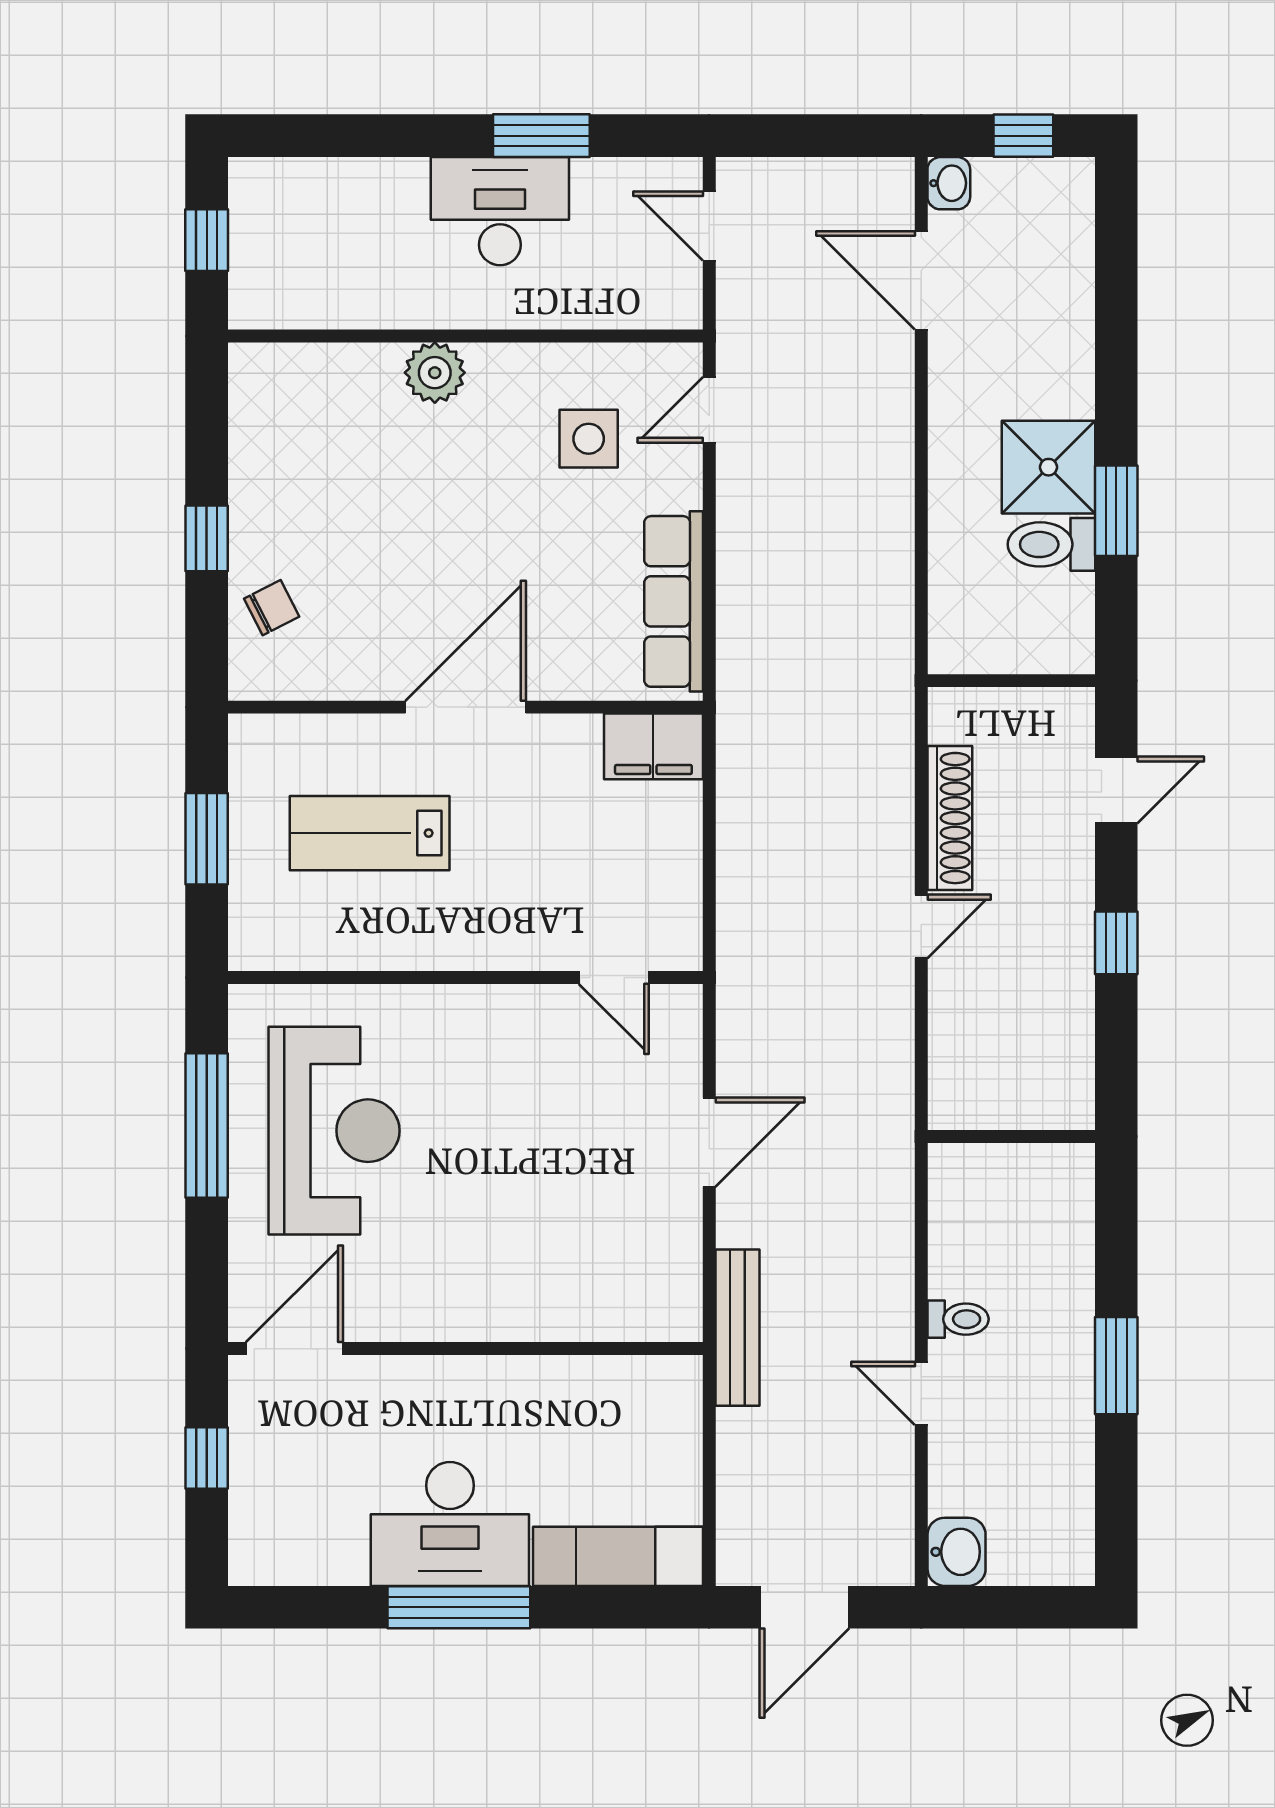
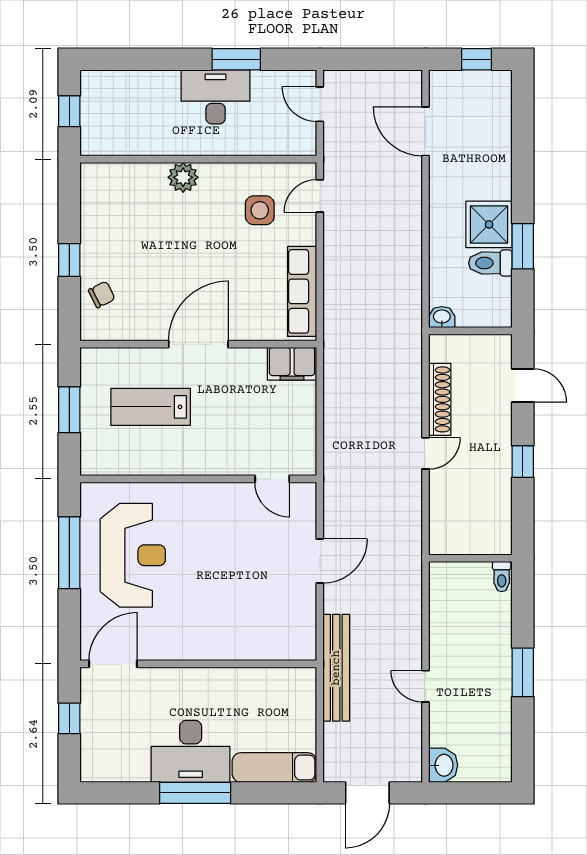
washbasin: (949, 183) -> (442, 317), moved, turned -90
door: (1116, 790) -> (523, 385), hinge flipped
toilet: (958, 1319) -> (502, 577), moved, turned 90
bench: (737, 1328) -> (336, 668), width x1.37, depth x1.21

